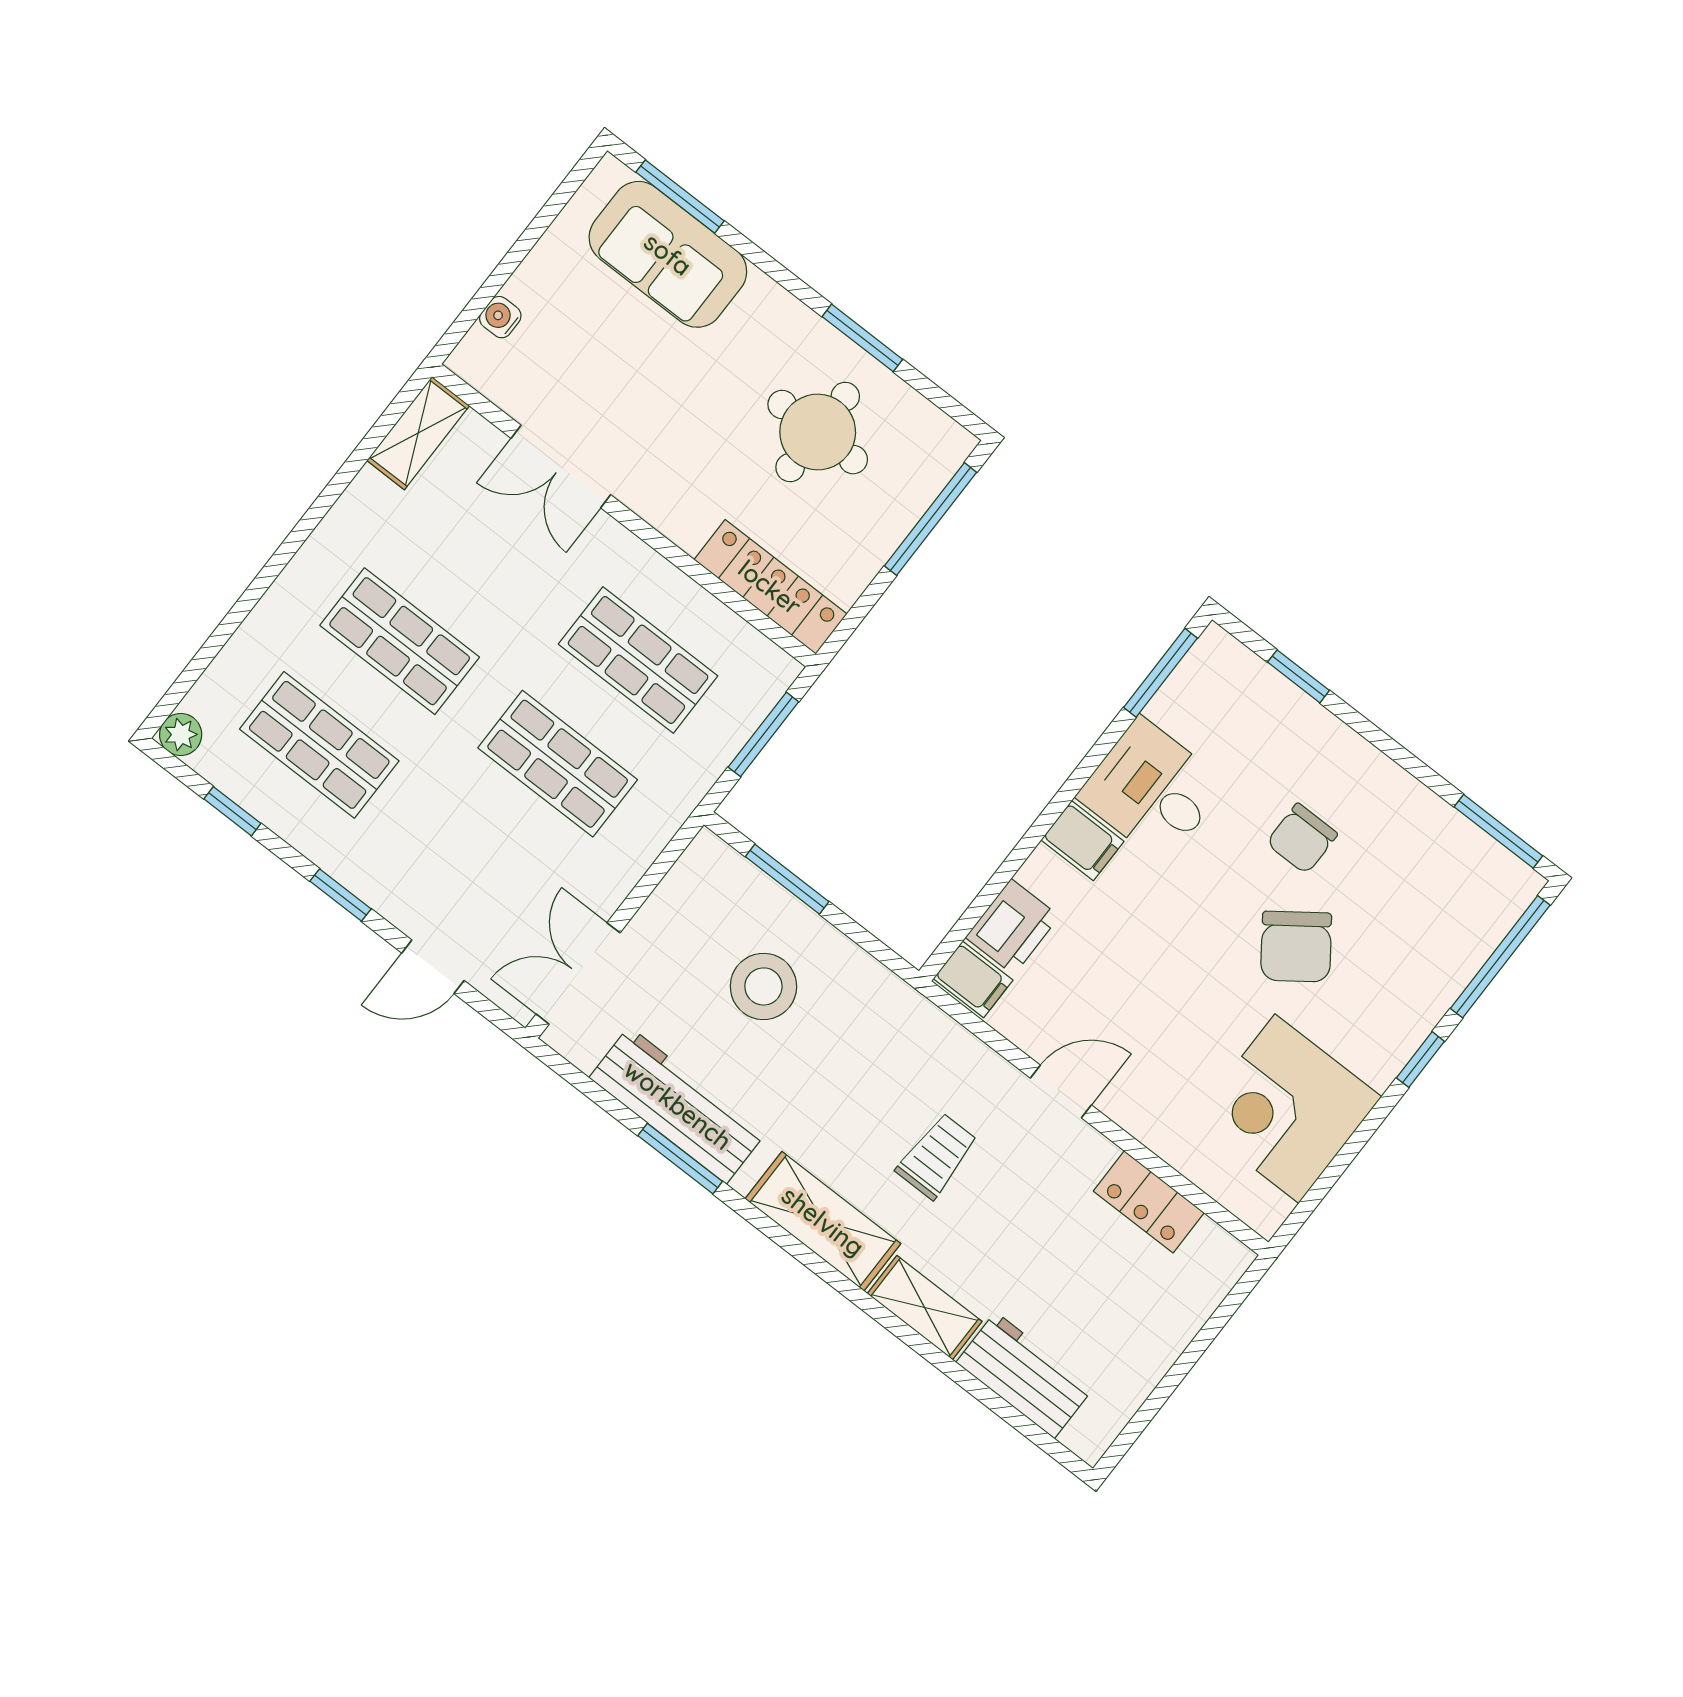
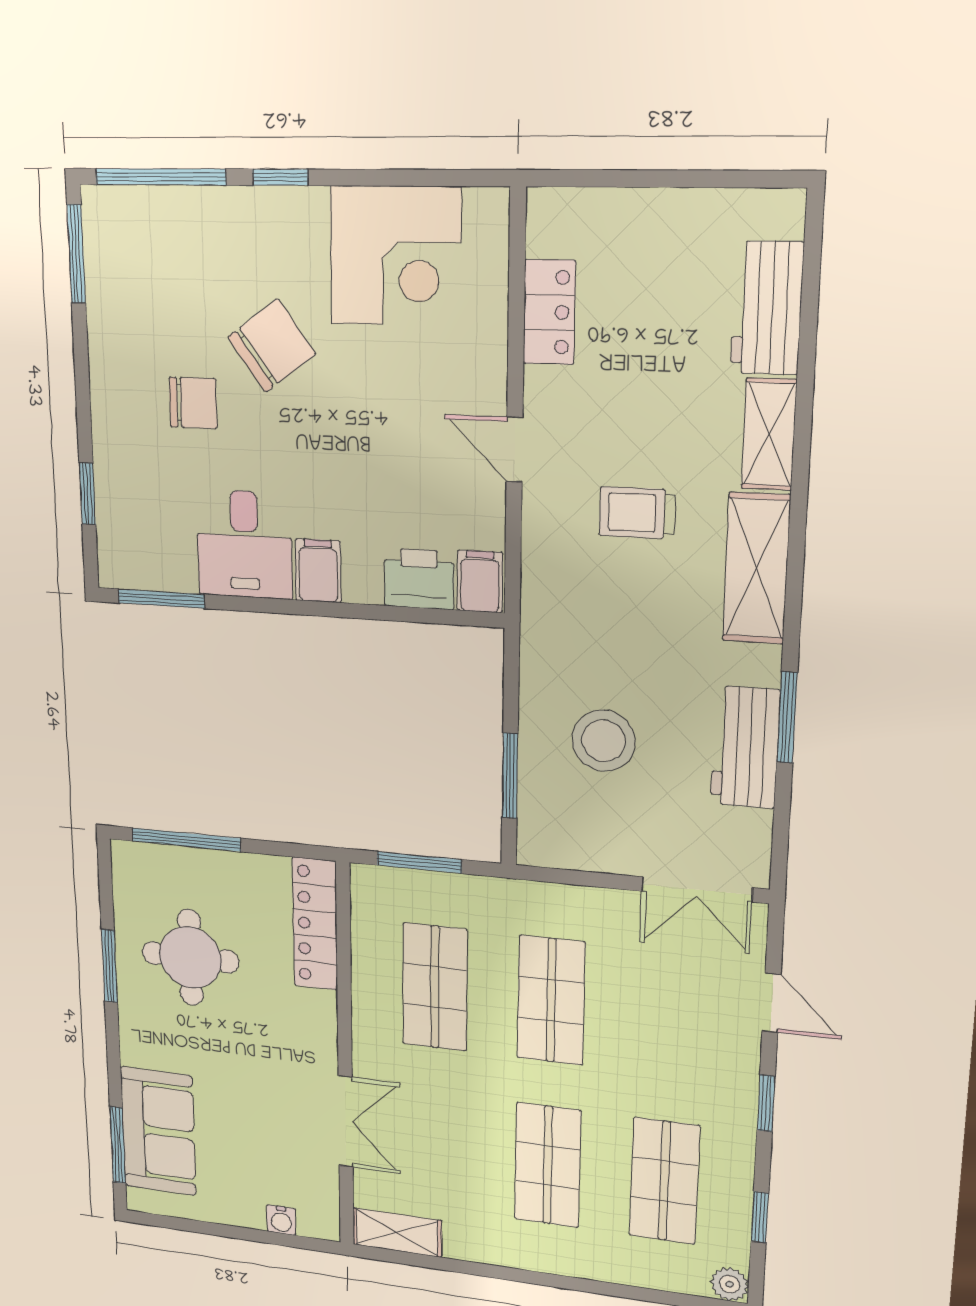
workbench: (678, 1105) -> (745, 747), width x0.73

